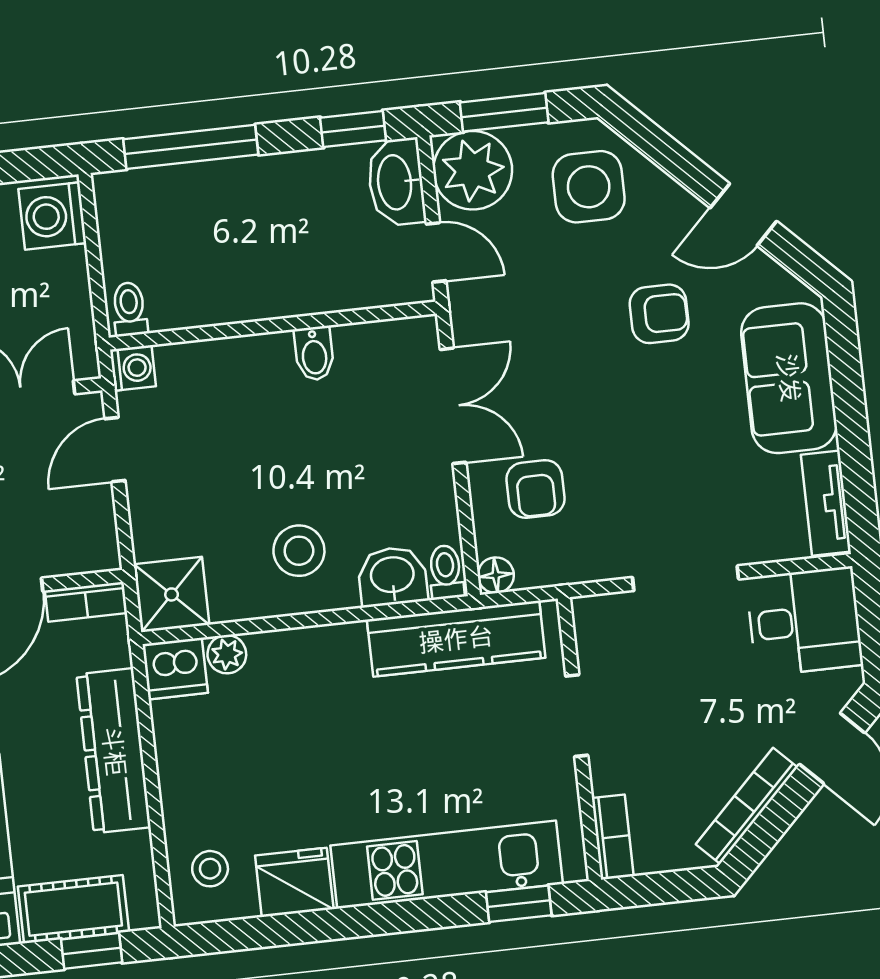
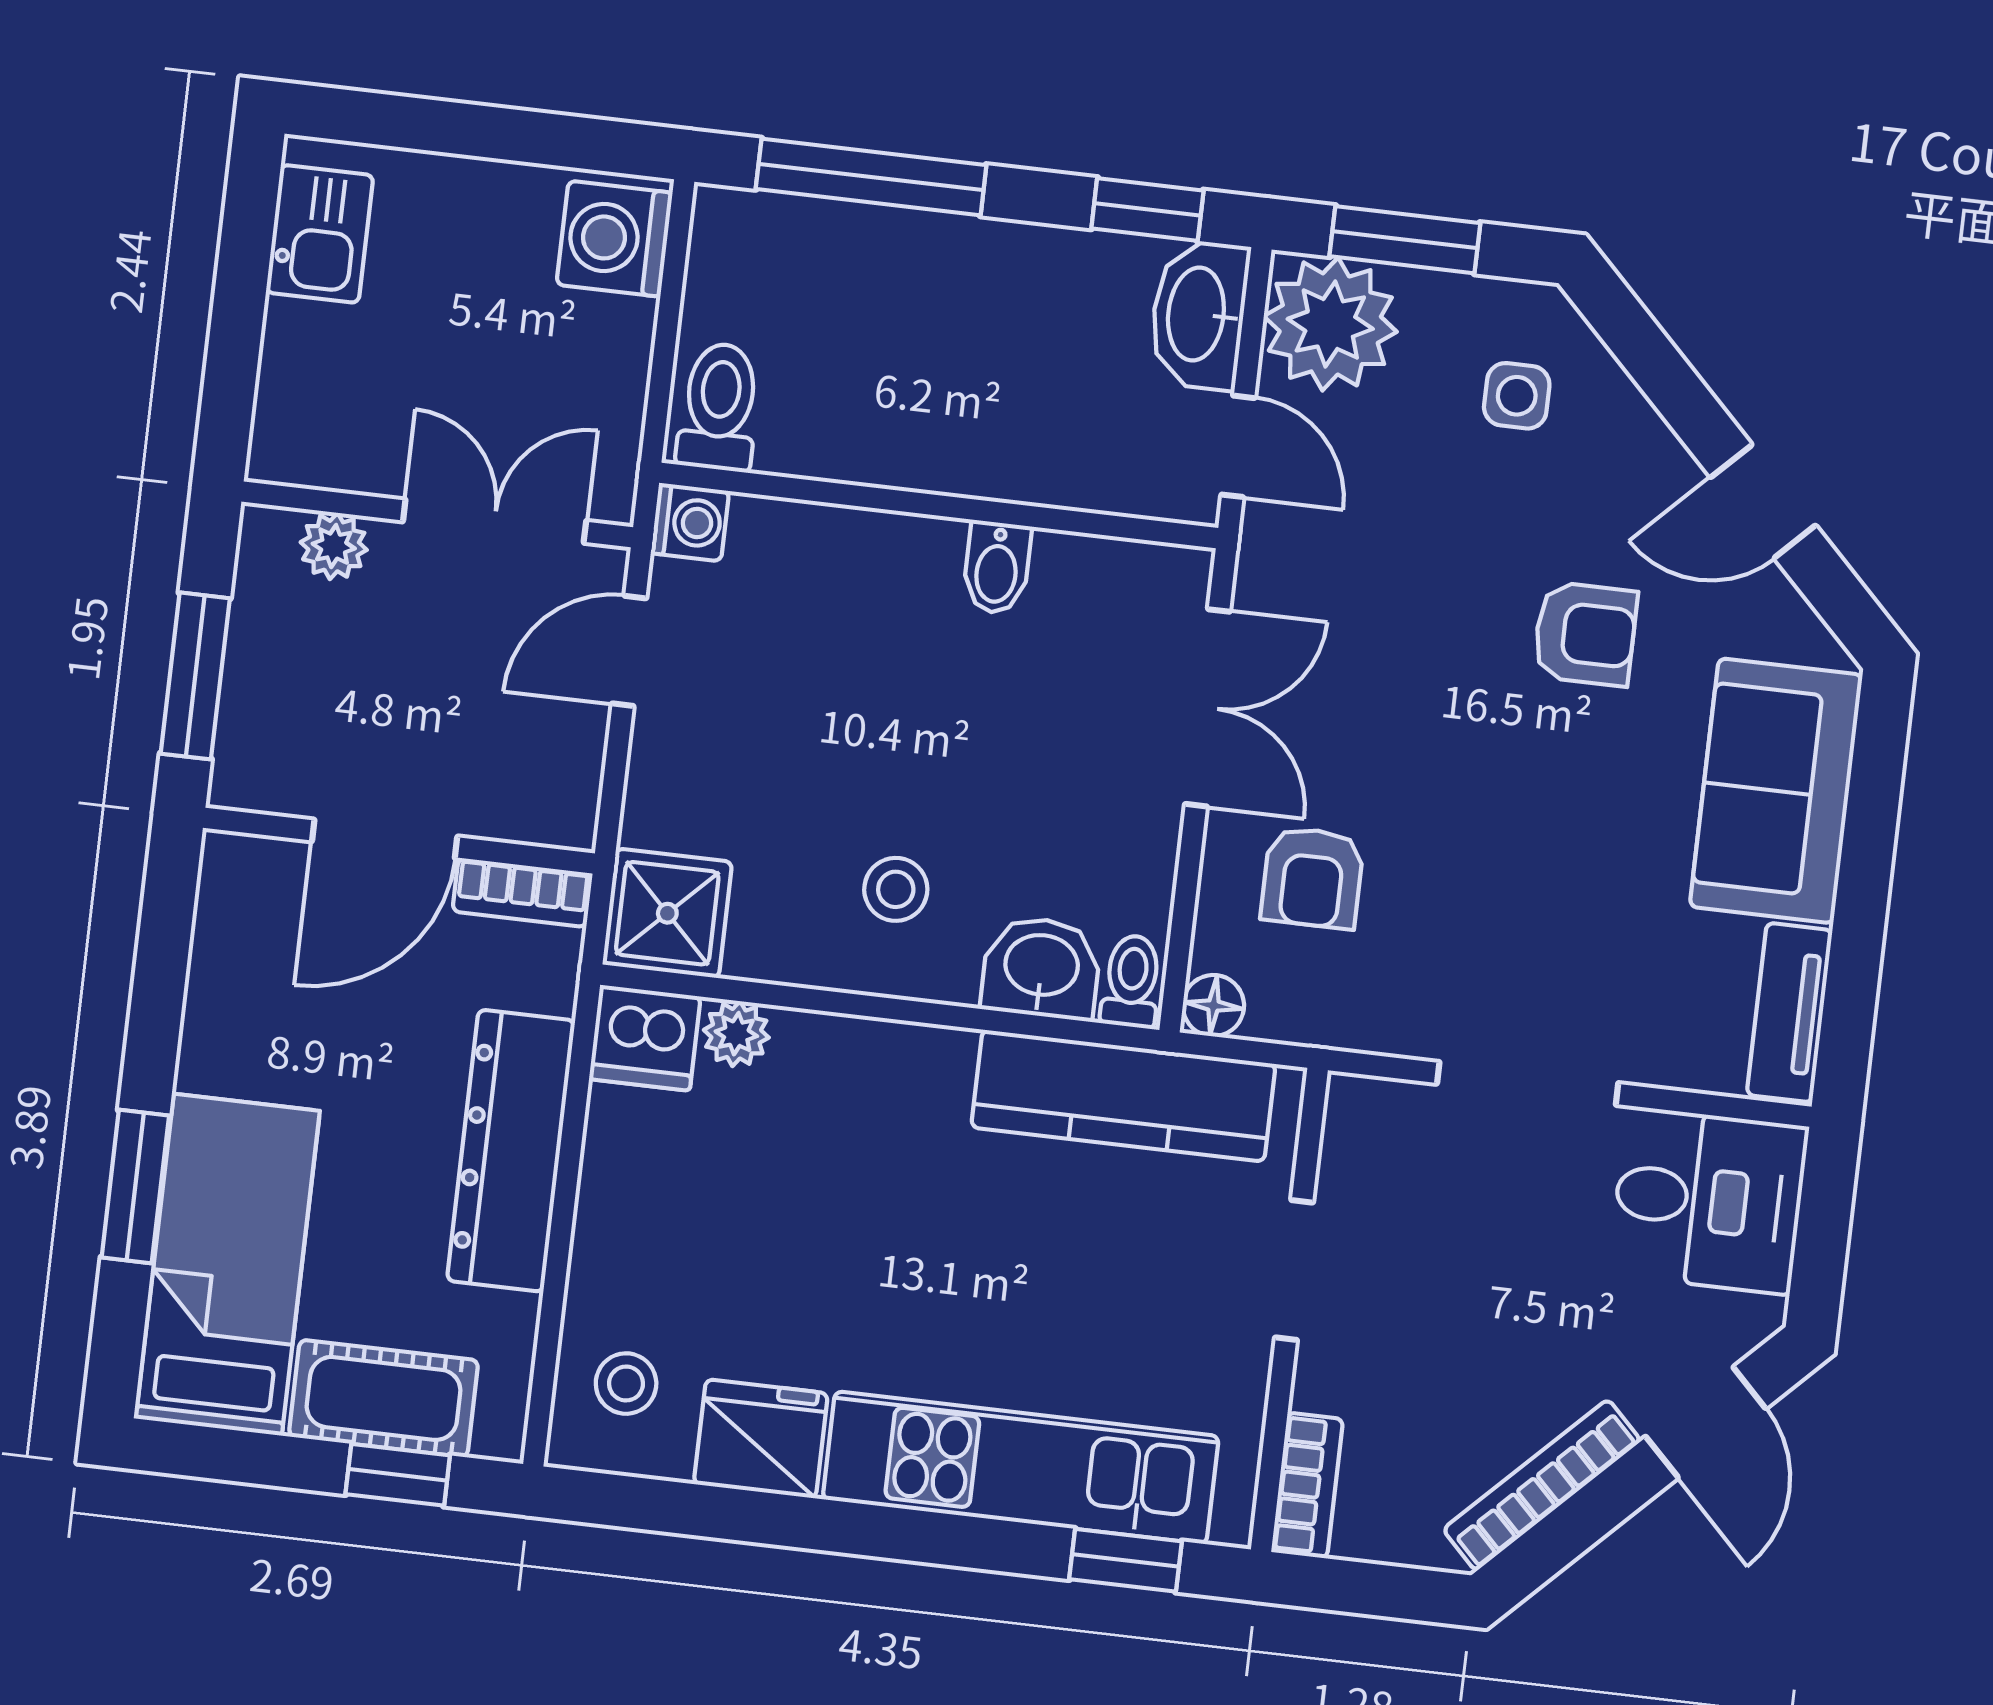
side table: (589, 187) -> (1517, 396), width x0.54, depth x0.54
toilet: (130, 309) -> (719, 407), width x1.37, depth x1.39
stool: (299, 551) -> (896, 889), width x0.73, depth x0.73

